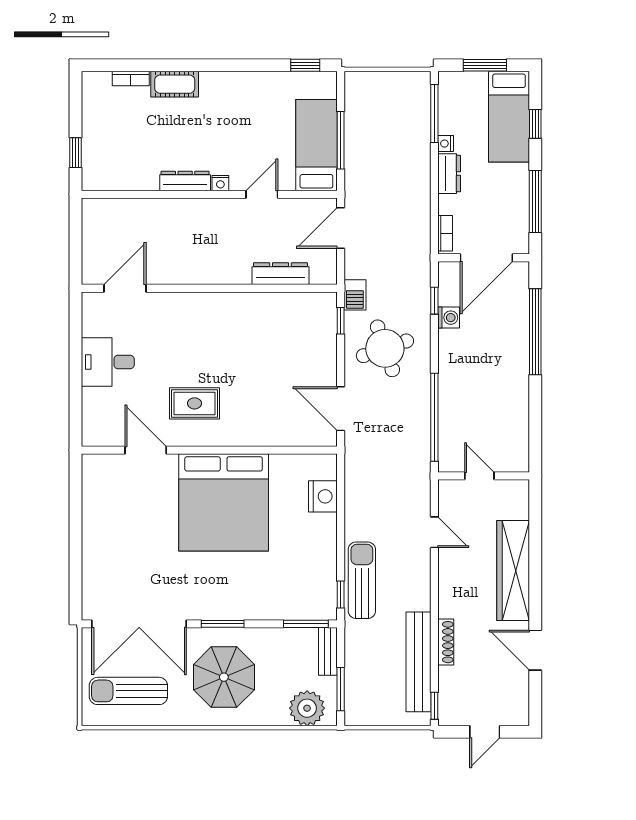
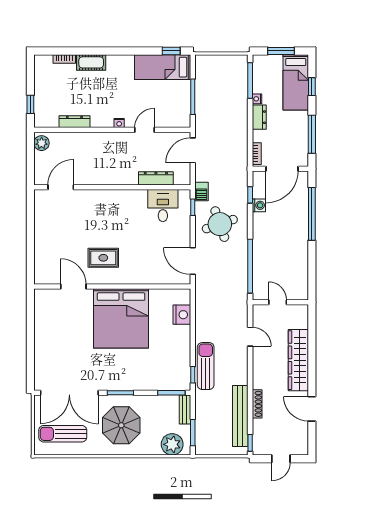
bed: (316, 145) -> (163, 67), moved, turned -90
dresser: (185, 181) -> (74, 122), moved
plant: (94, 216) -> (42, 143), added
desk: (108, 362) -> (163, 206), moved, turned 90

